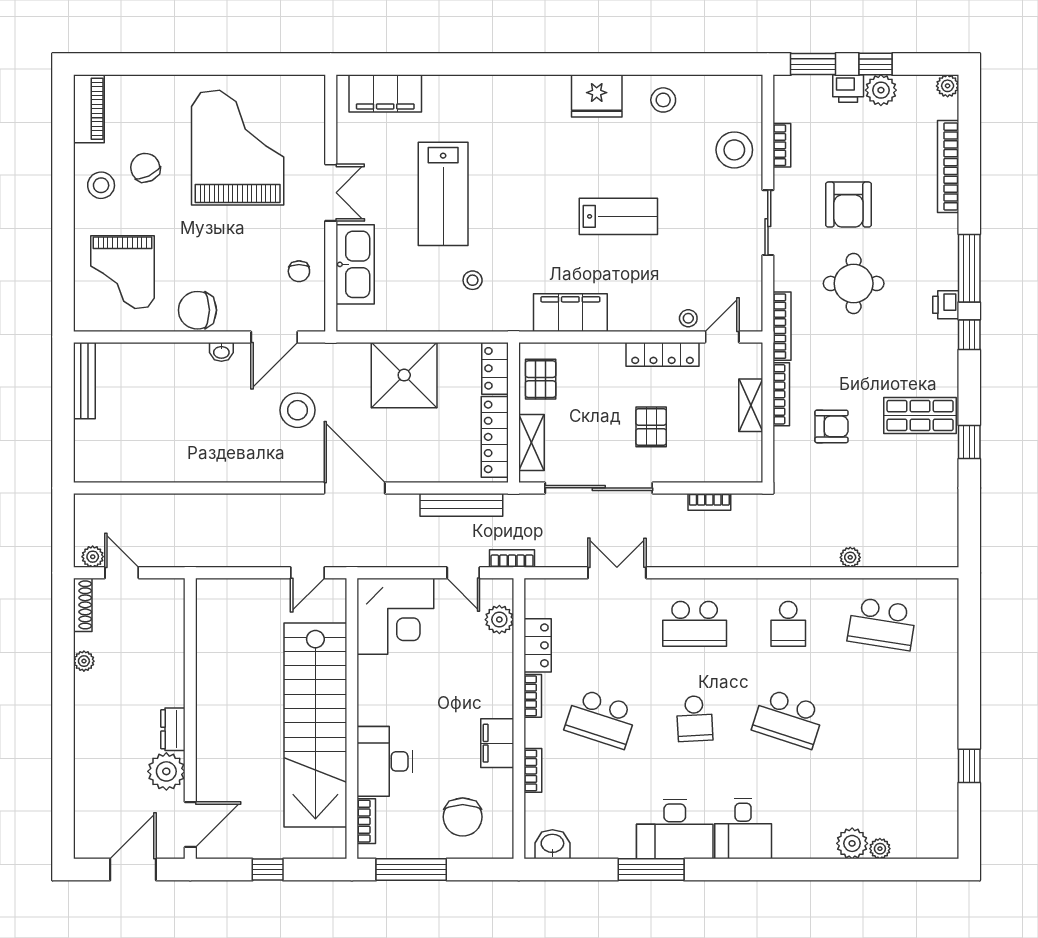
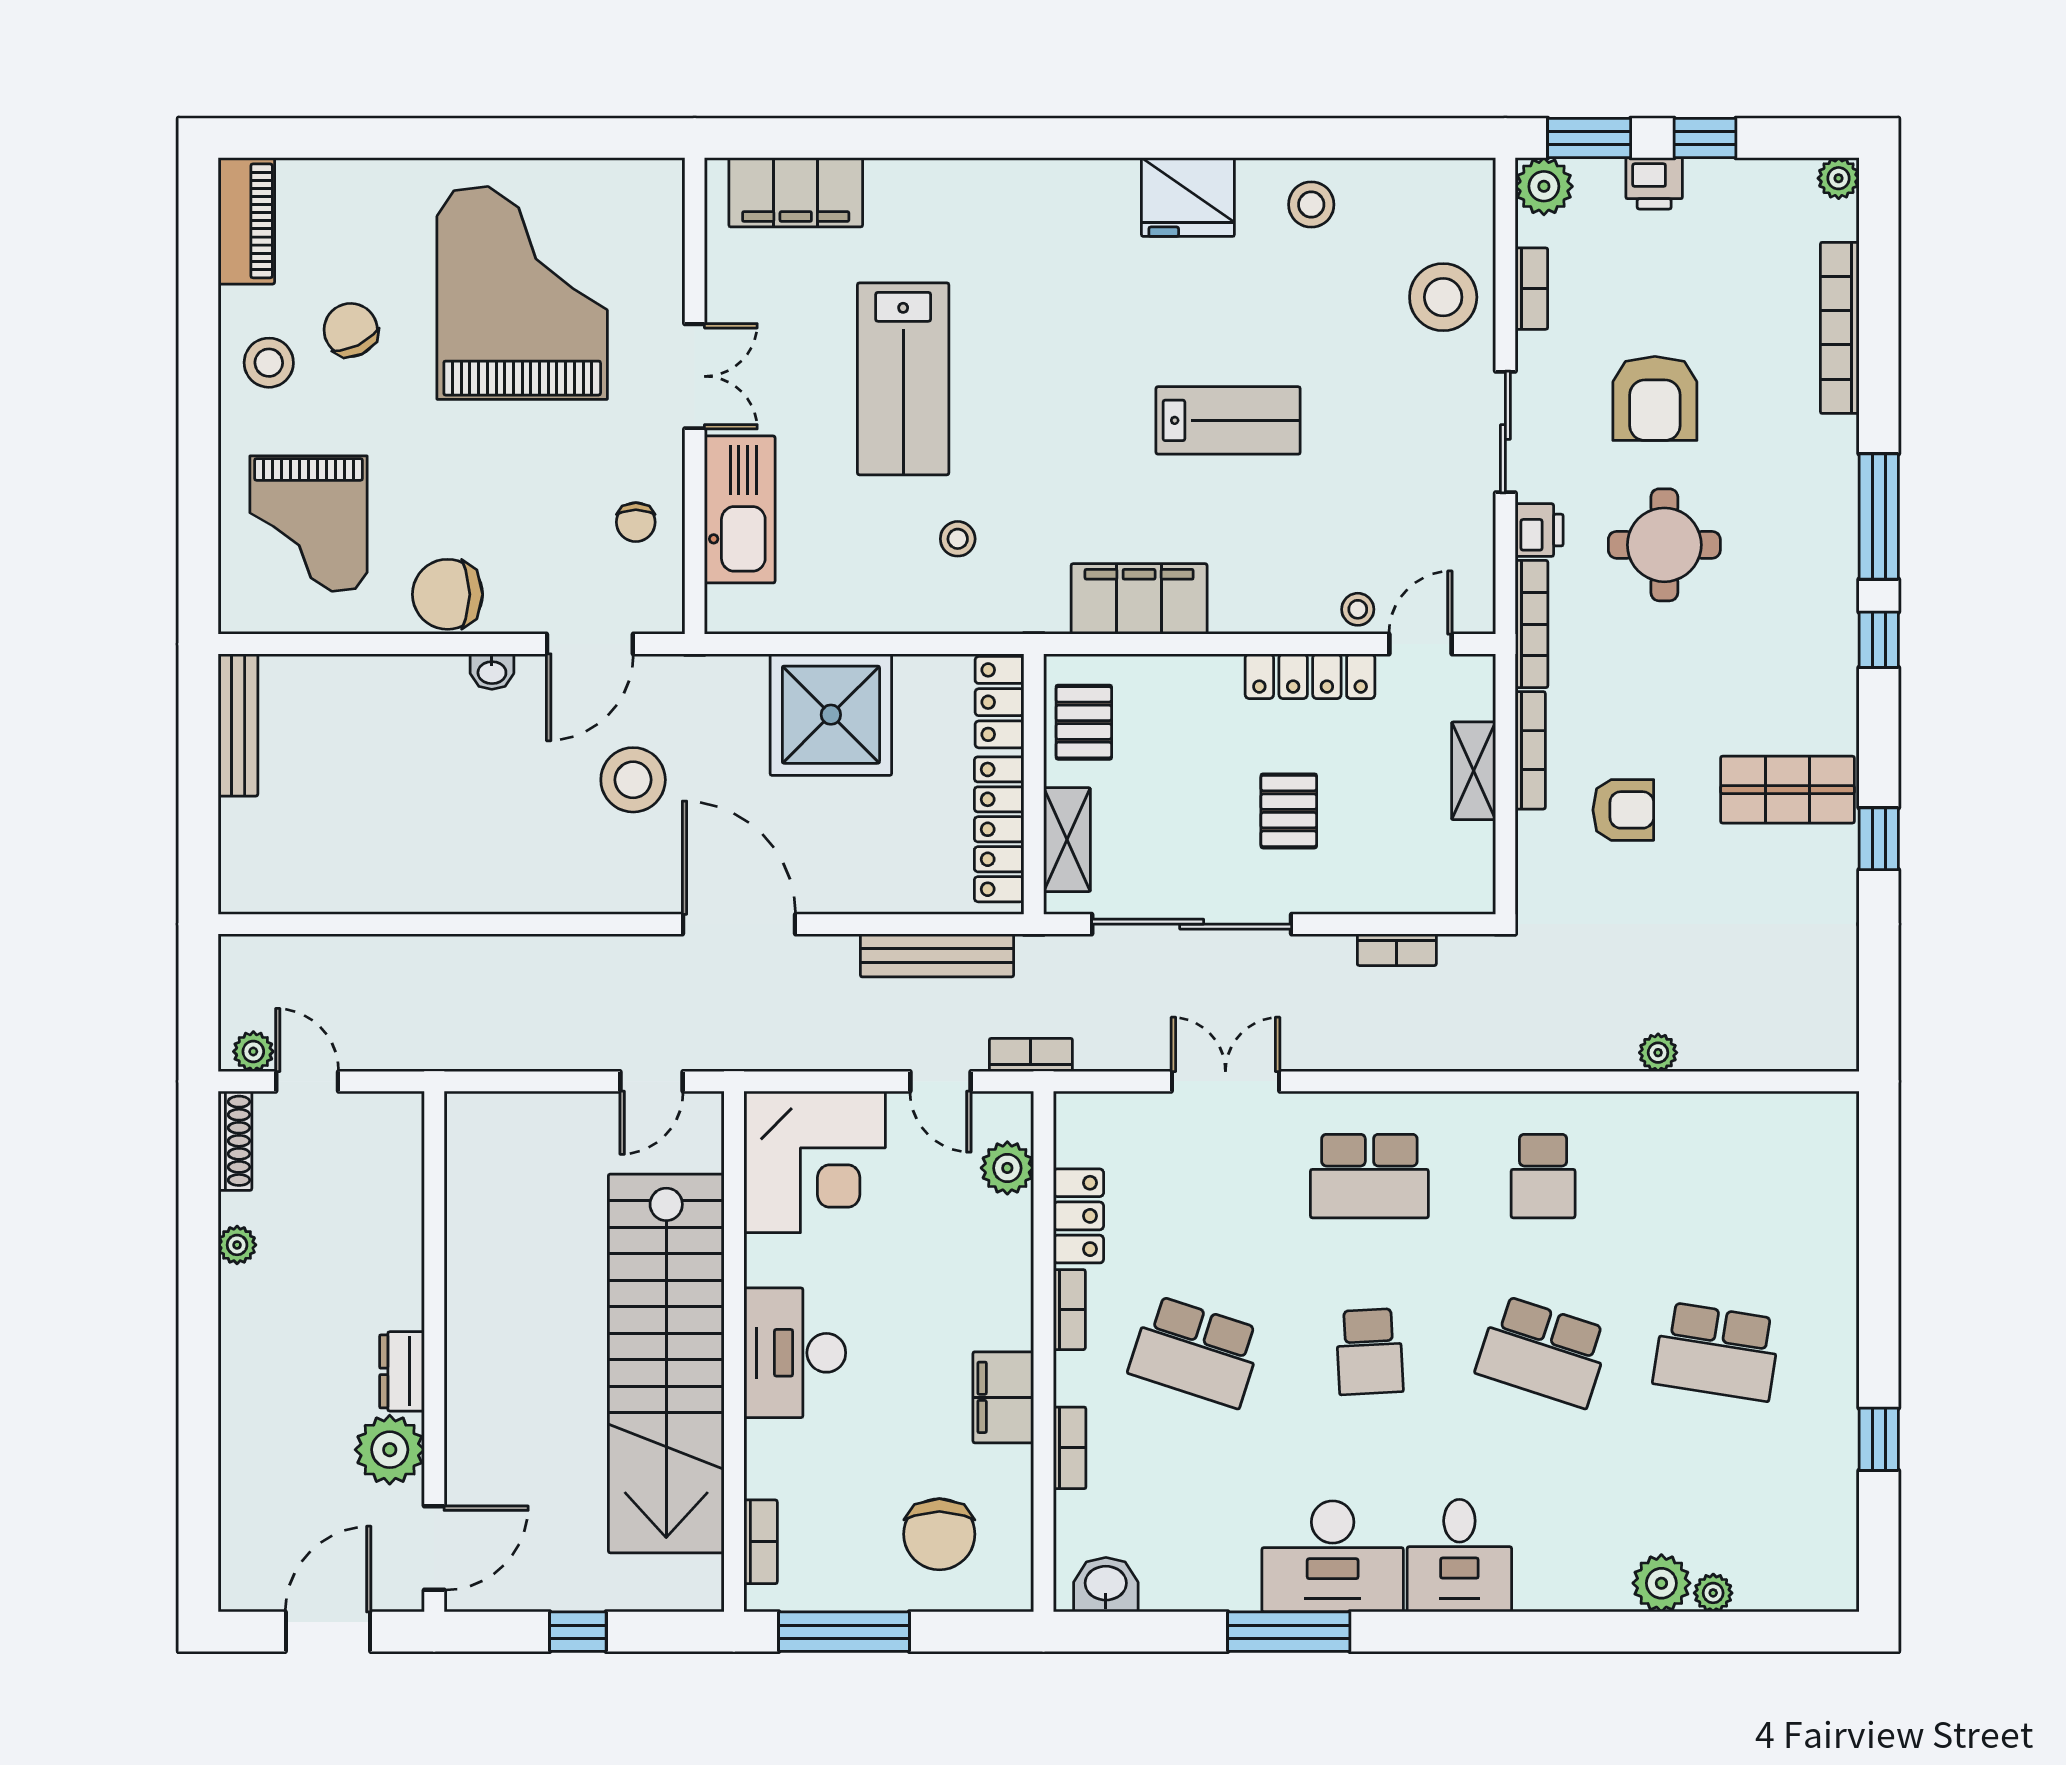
plant: (881, 90) -> (1544, 186), moved
printer: (946, 305) -> (1539, 530), moved, turned 180
school desk: (882, 624) -> (1717, 1352), moved
desk: (385, 761) -> (795, 1353), moved

